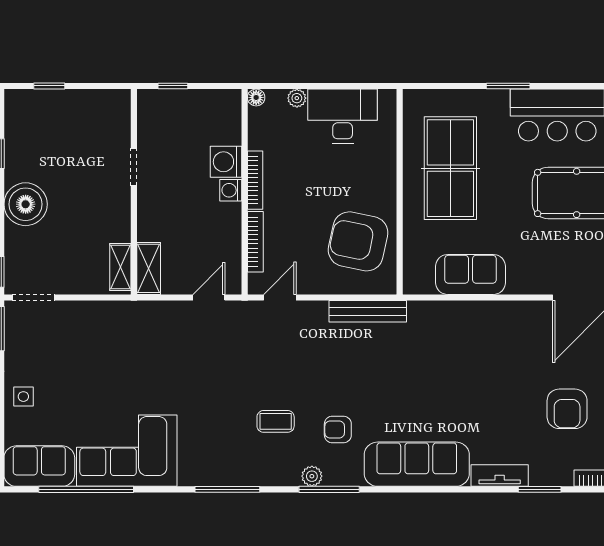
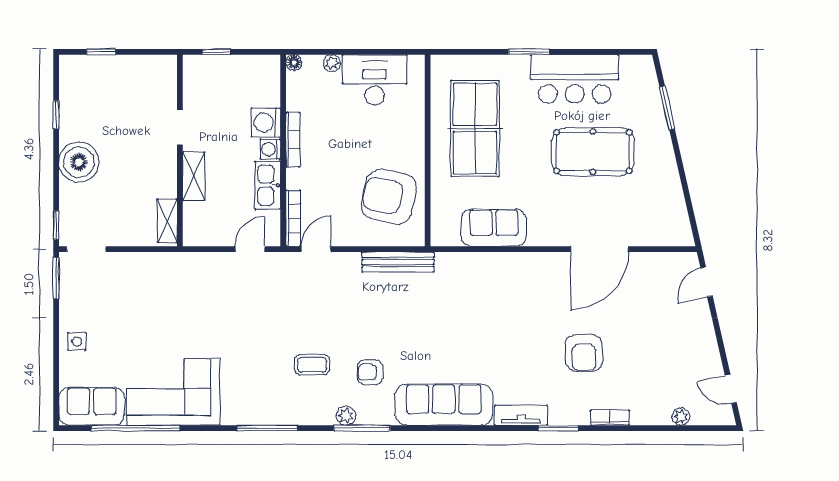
kitchen sink: (228, 229) -> (268, 185), added
bookcase: (255, 242) -> (293, 218), moved
shelving: (149, 268) -> (194, 176), moved

